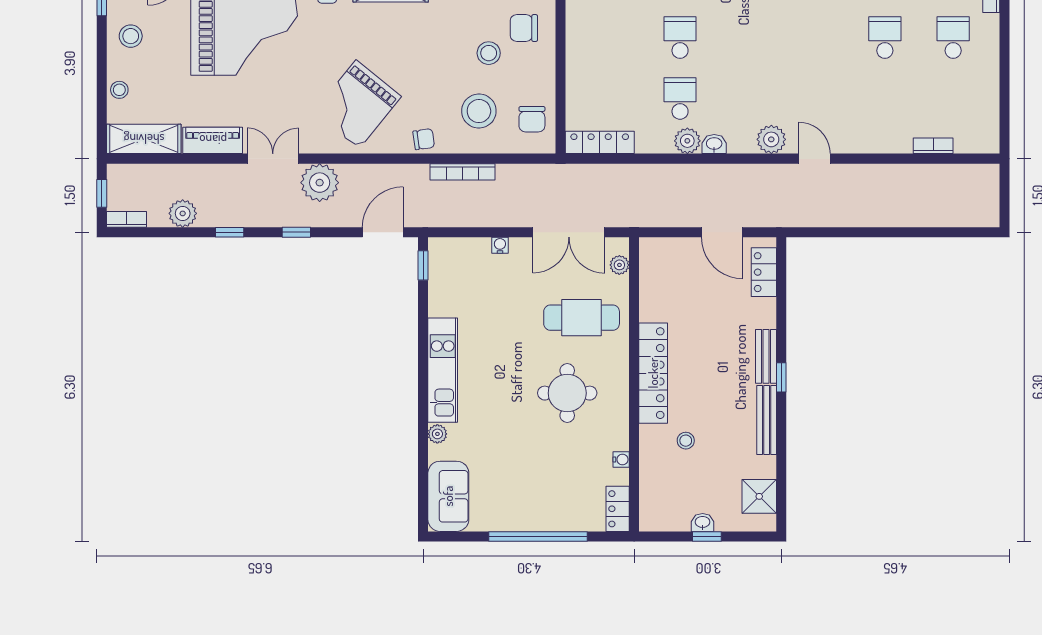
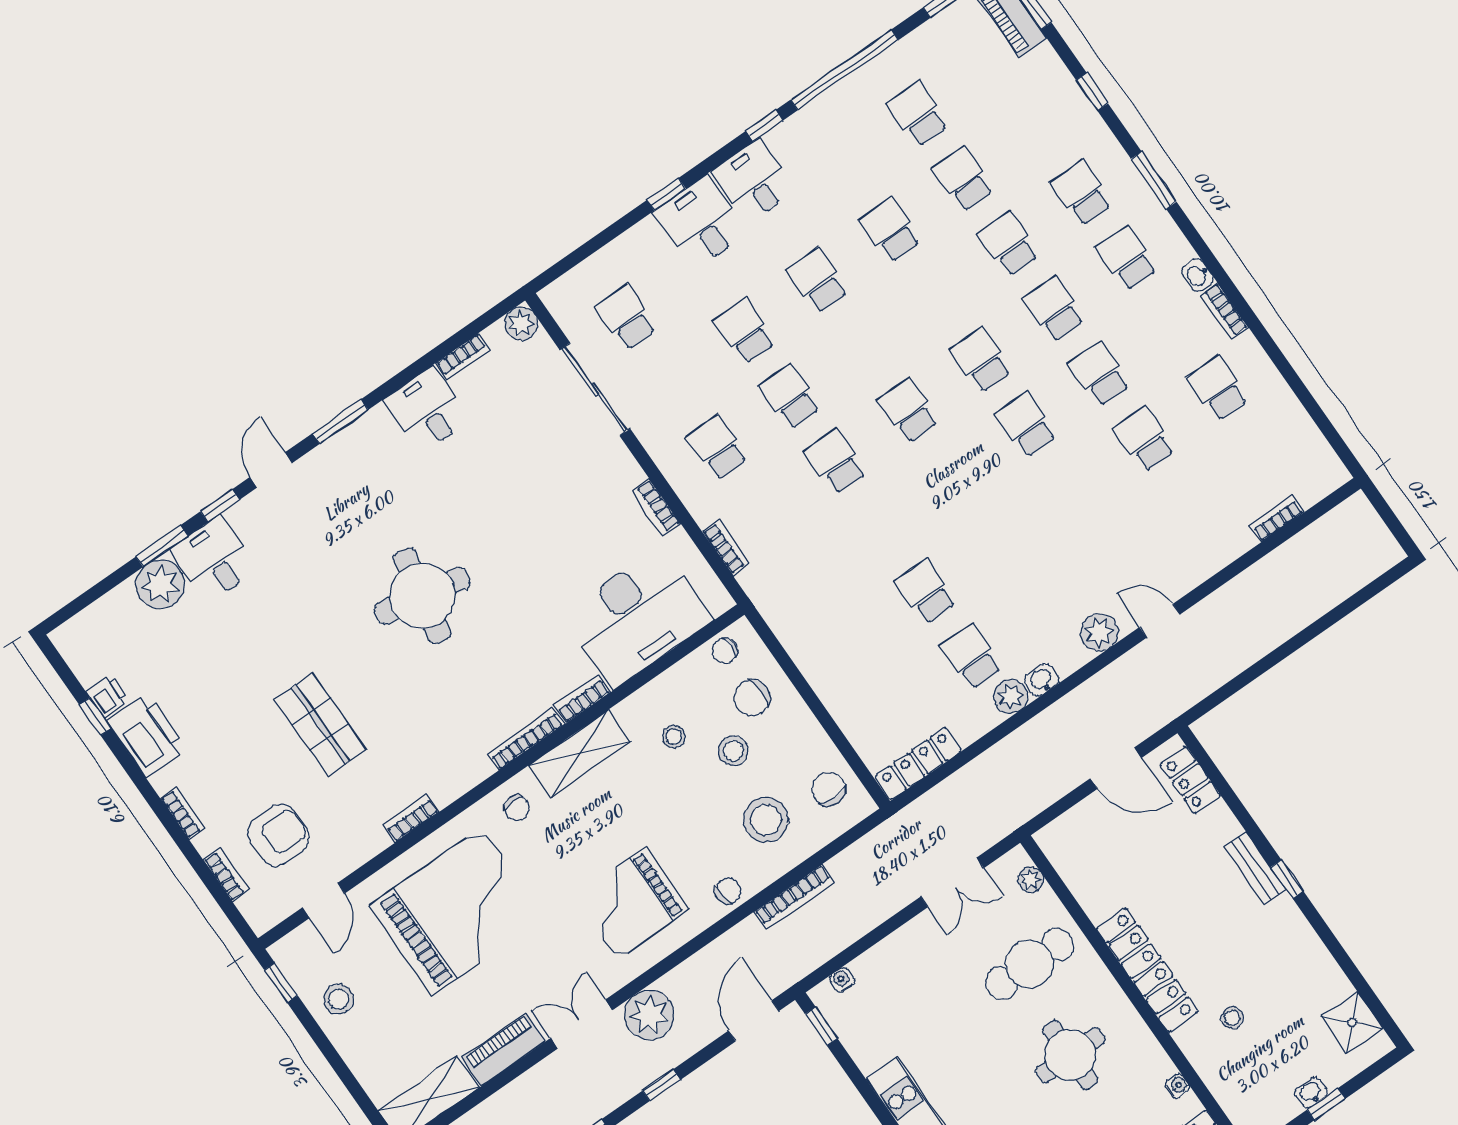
stool: (119, 90) -> (674, 737), moved
grand piano: (357, 104) -> (631, 903), turned 51
chair: (532, 119) -> (829, 789), turned 180
double door: (569, 232) -> (952, 882), width x0.73
water cooler: (500, 245) -> (842, 980), moved
bench: (767, 420) -> (1303, 935), removed

